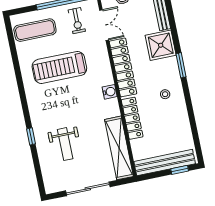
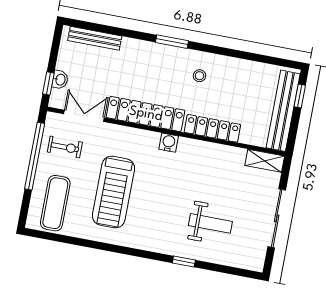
shower: (161, 45) -> (137, 57), removed
shelving: (119, 148) -> (265, 161), width x0.45, depth x0.75

